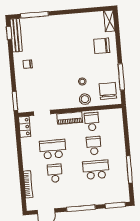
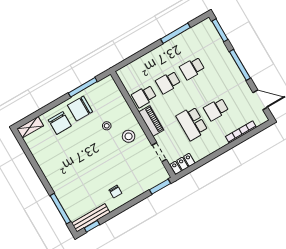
chair: (108, 91) -> (80, 108), moved
stool: (85, 99) -> (129, 136), moved
school desk: (96, 170) -> (192, 68), width x0.54

